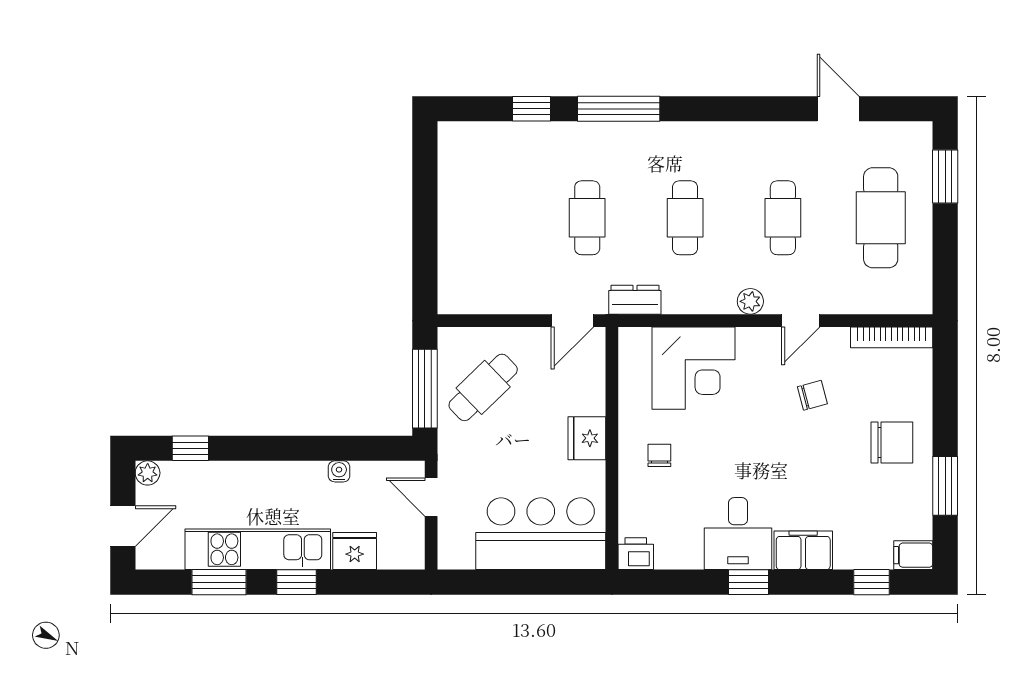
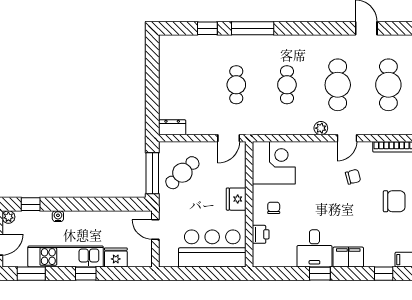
cafe table: (783, 218) -> (338, 85), width x1.37, depth x1.35
dresser: (635, 300) -> (172, 127), moved
corner desk: (694, 368) -> (274, 163), moved, turned -90
water cooler: (339, 471) -> (58, 216), moved
printer: (636, 554) -> (261, 234), moved, turned 90
window: (219, 582) -> (31, 274), moved

